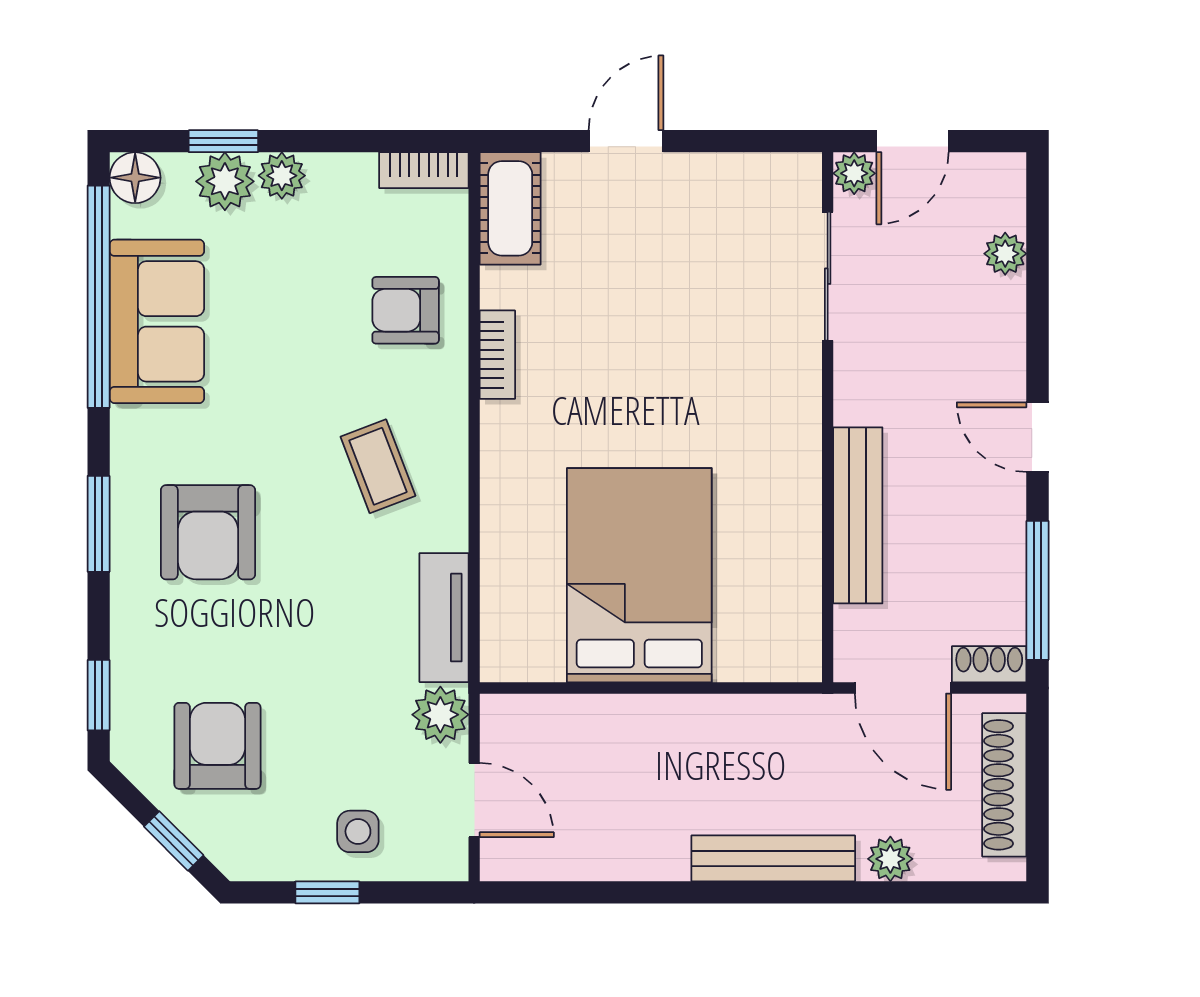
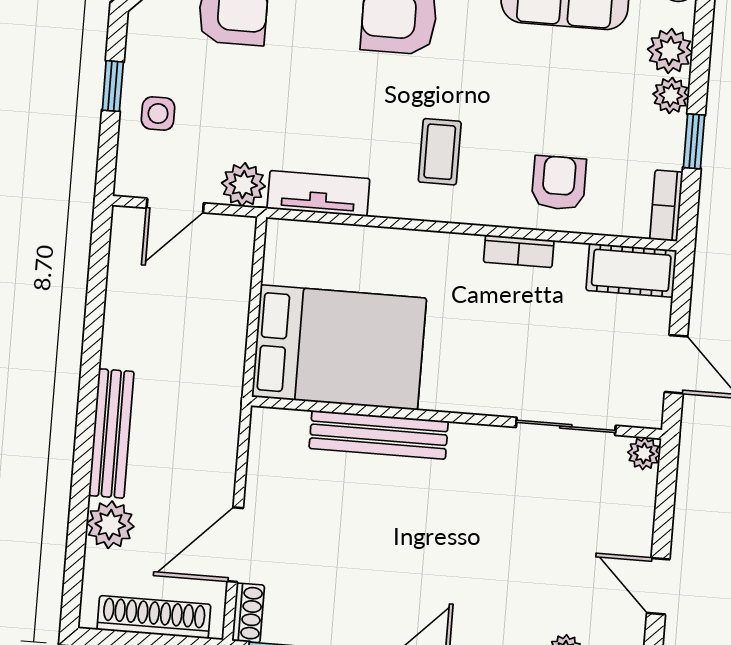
window: (223, 141) -> (694, 141), moved
plant: (854, 173) -> (644, 453), moved
sliding door: (828, 276) -> (566, 426), moved
wall: (828, 417) -> (456, 418), moved
coffee table: (378, 466) -> (440, 152), turned -69
bench: (858, 515) -> (379, 435), moved
plant: (890, 859) -> (110, 525), width x1.38, depth x1.38

